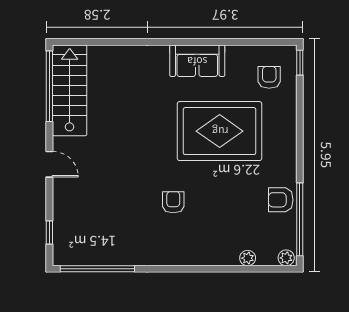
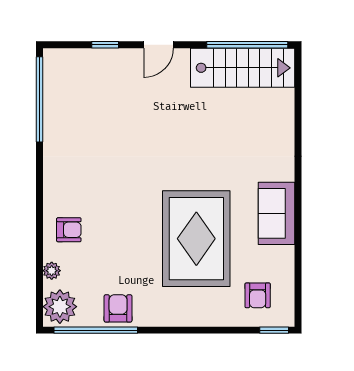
armchair: (269, 77) -> (258, 295), turned 90
armchair: (173, 202) -> (69, 230), moved
window: (49, 233) -> (105, 45), moved
plant: (286, 258) -> (60, 307), width x1.88, depth x1.88

